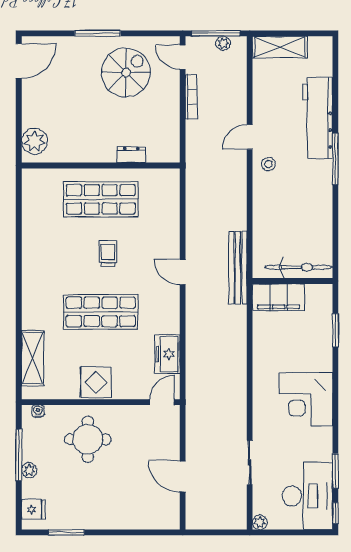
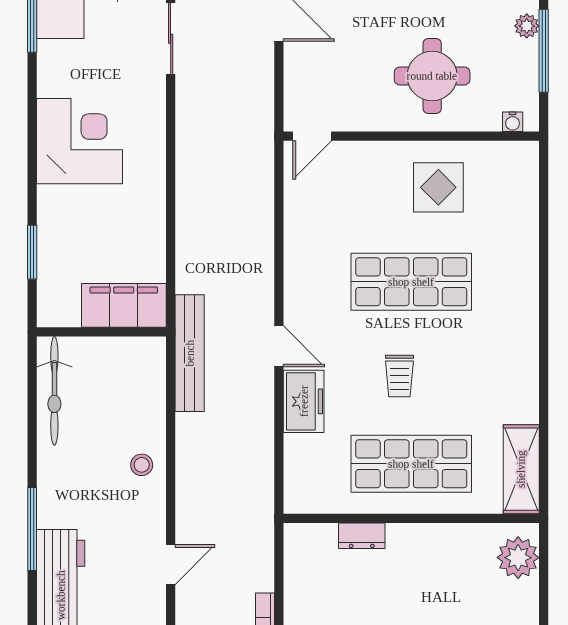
stool: (268, 164) -> (142, 465), moved
bicycle: (299, 267) -> (54, 391), moved, turned -90
freezer: (167, 354) -> (304, 401), moved
shelving: (33, 358) -> (521, 469), moved
display table: (96, 382) -> (438, 187), moved

